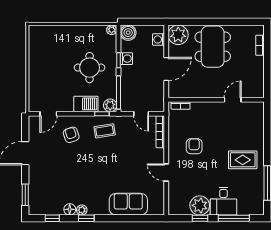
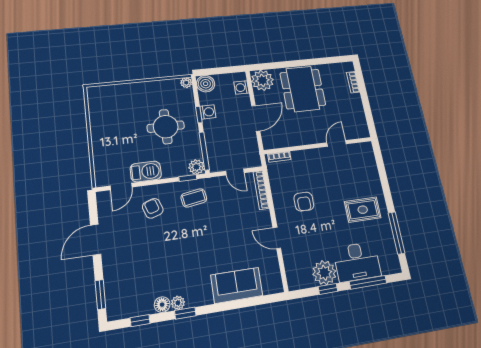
barbecue: (86, 104) -> (146, 172), moved
armchair: (194, 146) -> (304, 202), turned 180
desk: (223, 201) -> (357, 262), width x1.37

